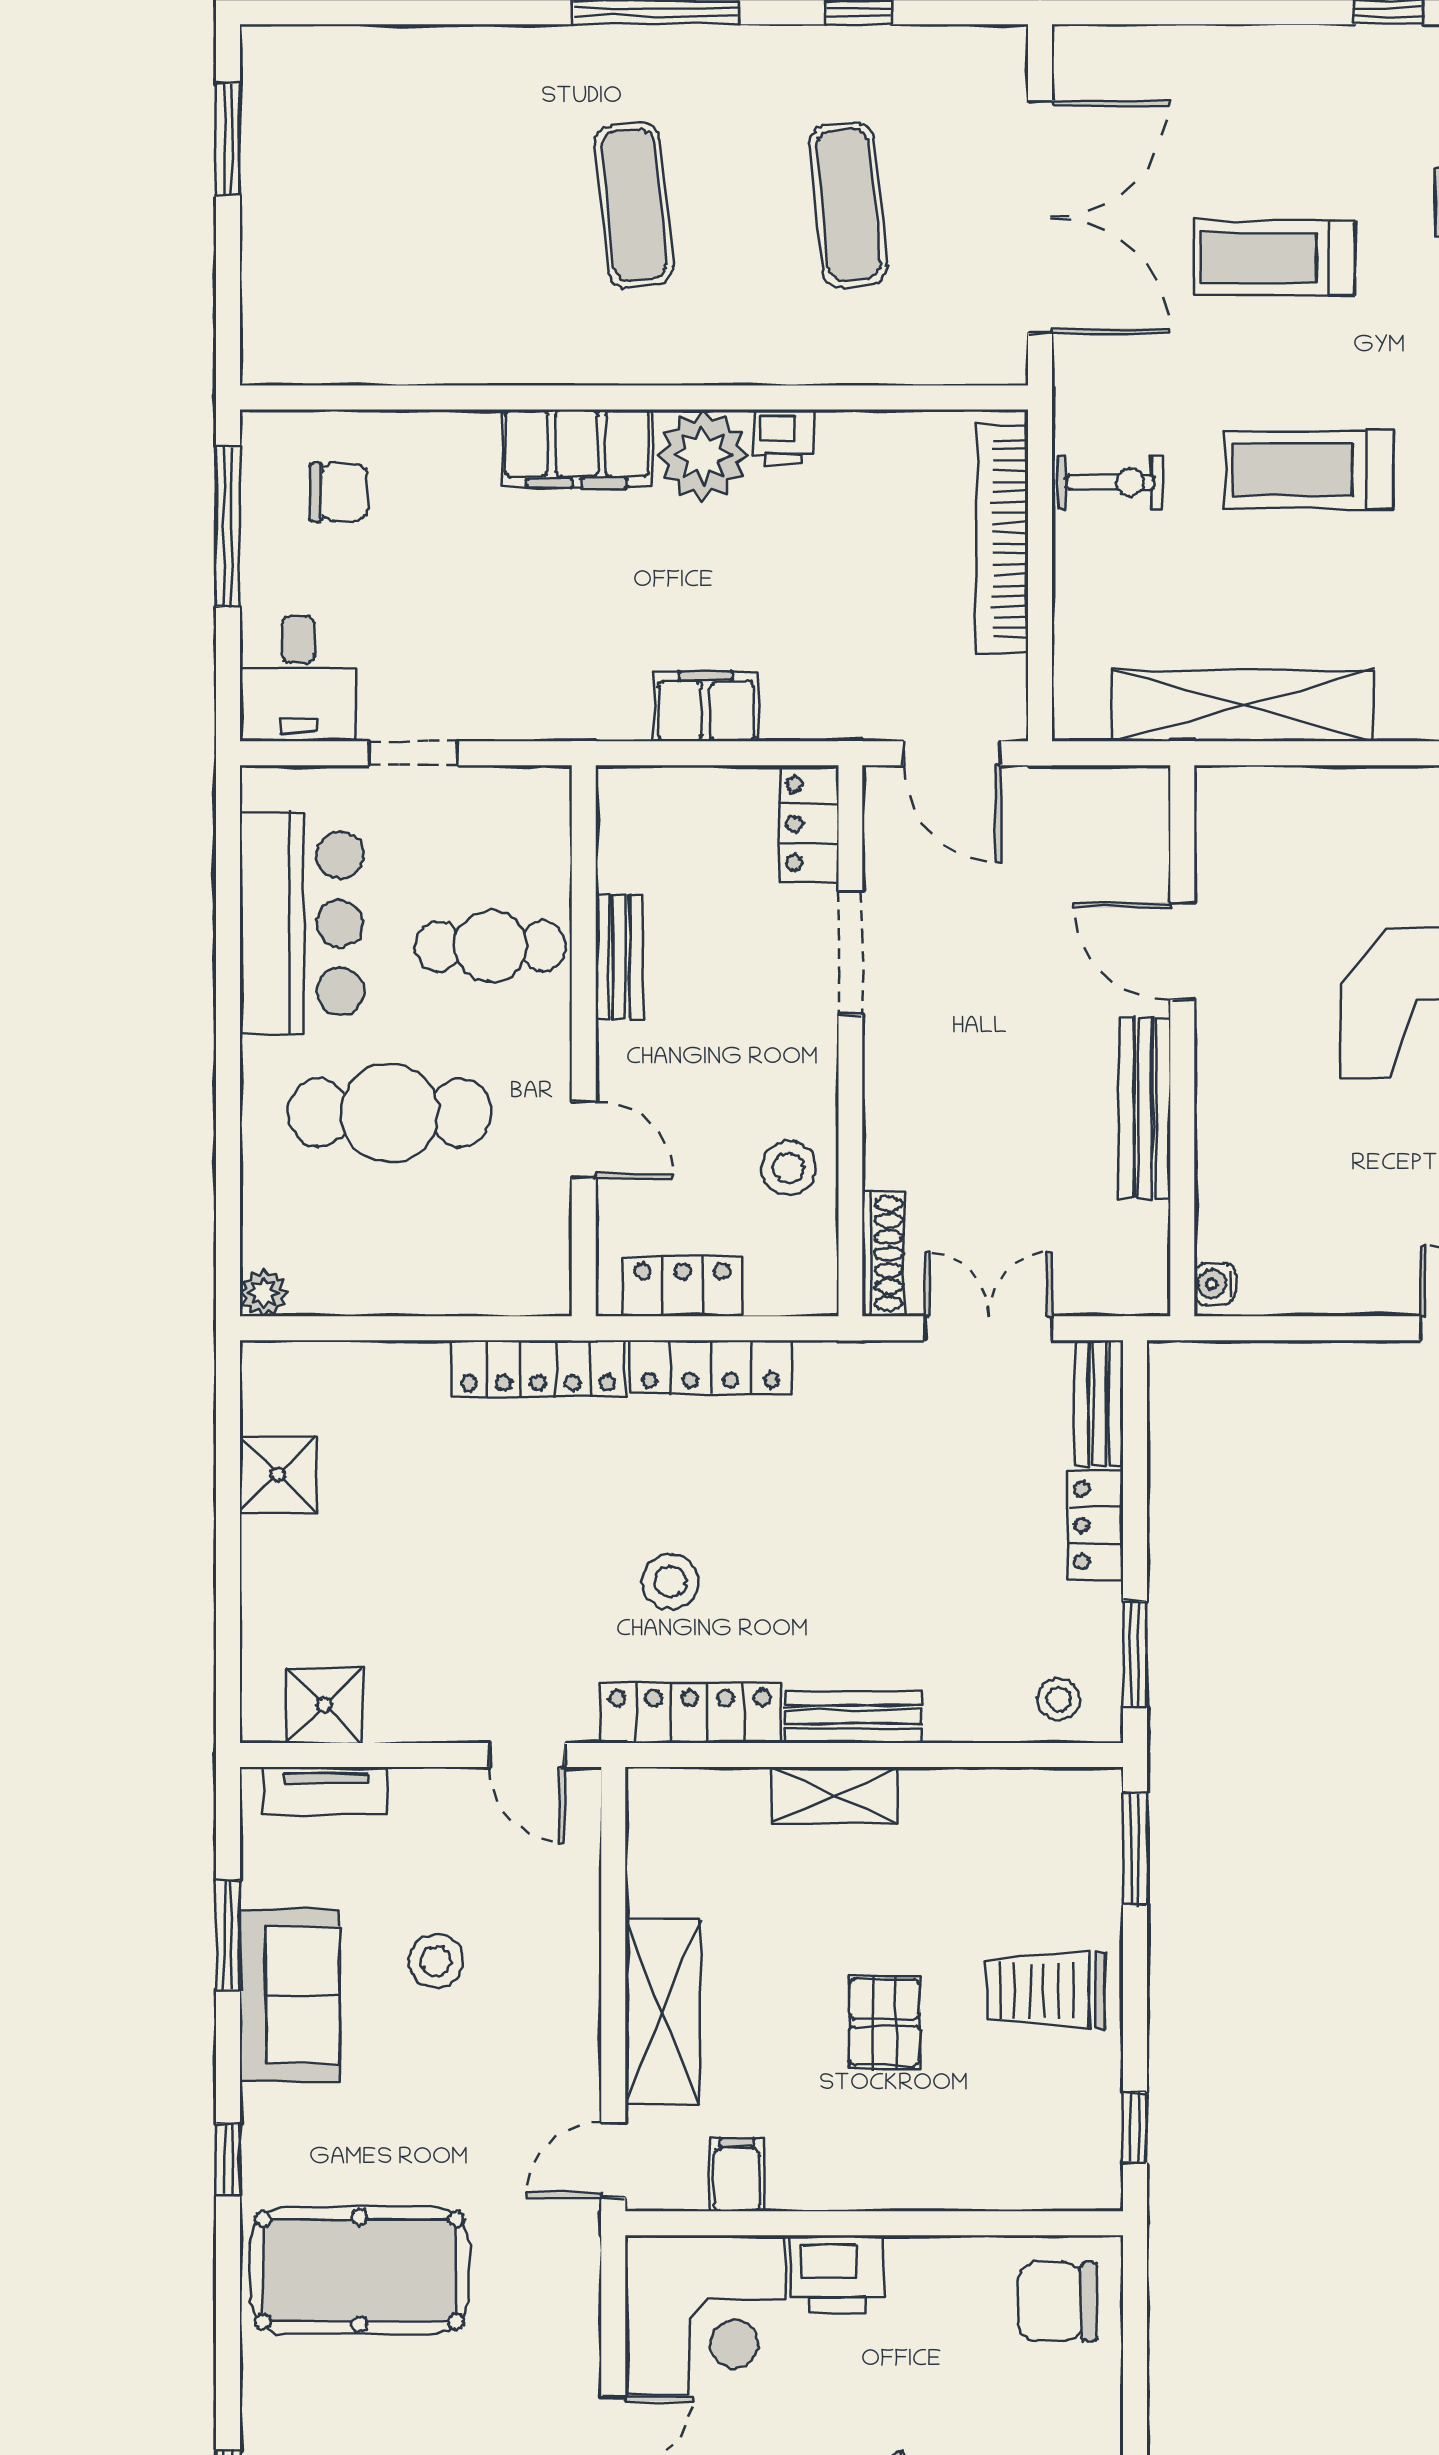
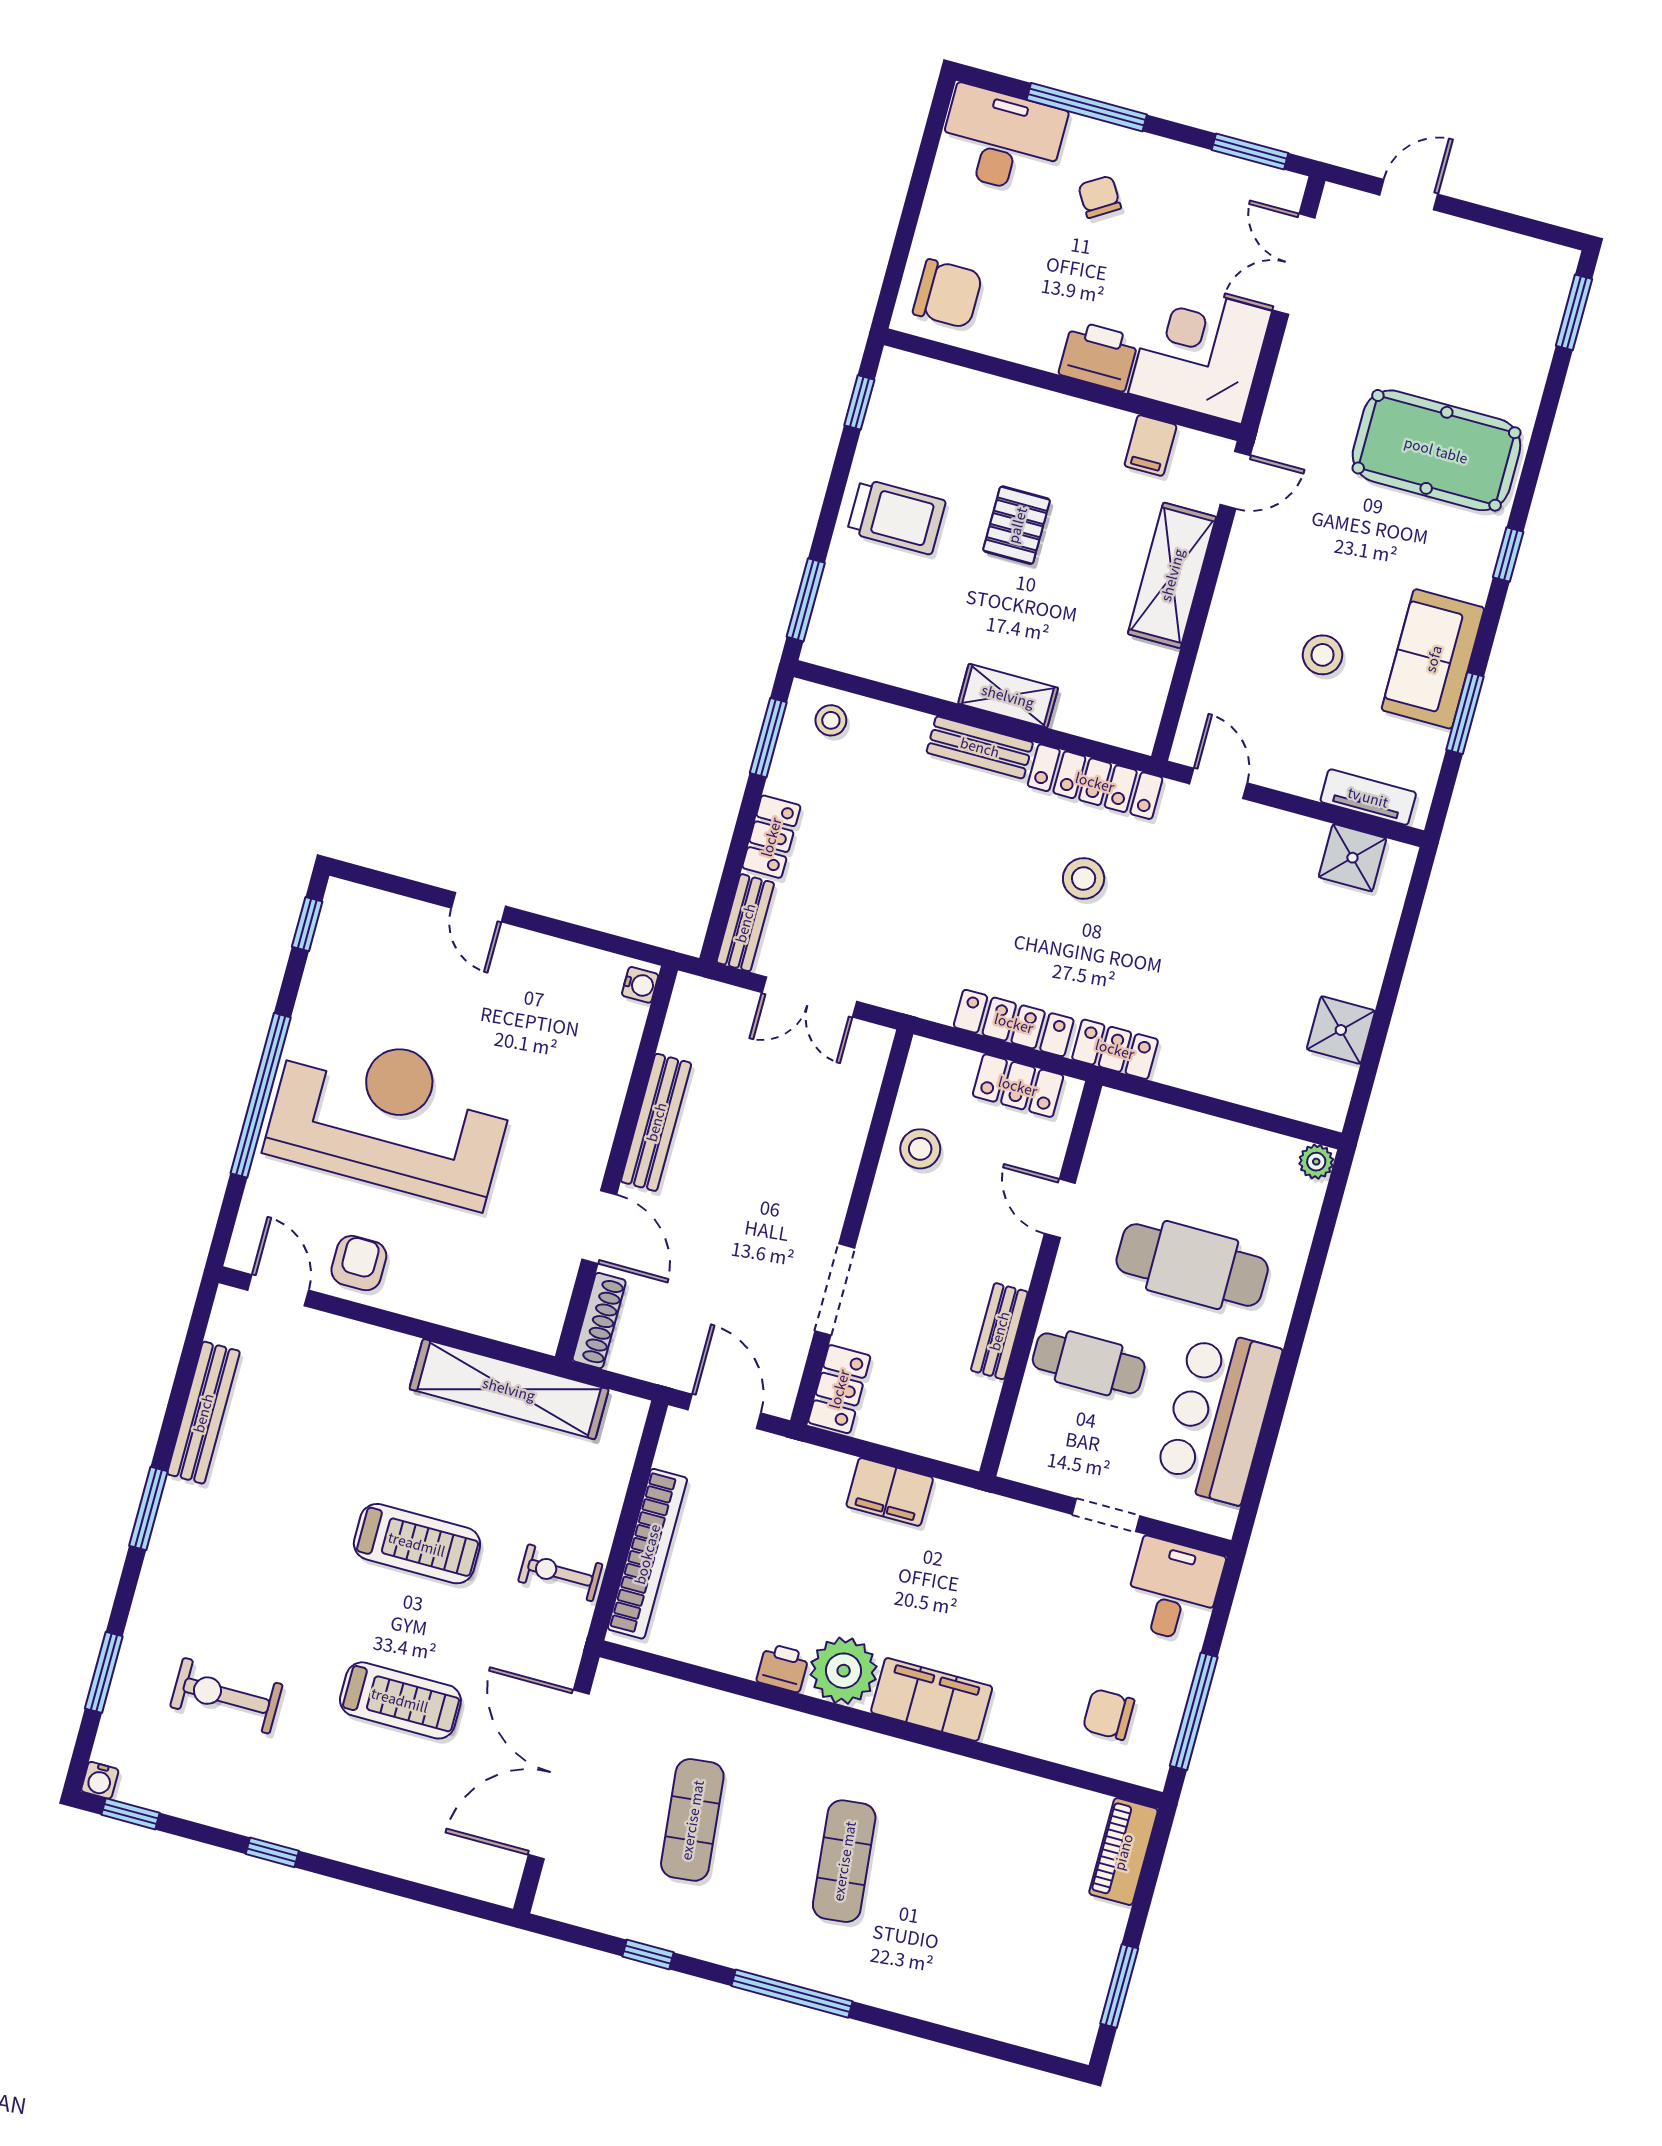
piano: (270, 317) -> (1123, 1852), added
shoe rack: (884, 1253) -> (599, 1321), moved, turned 180
locker: (538, 1369) -> (1115, 1049), width x0.66

